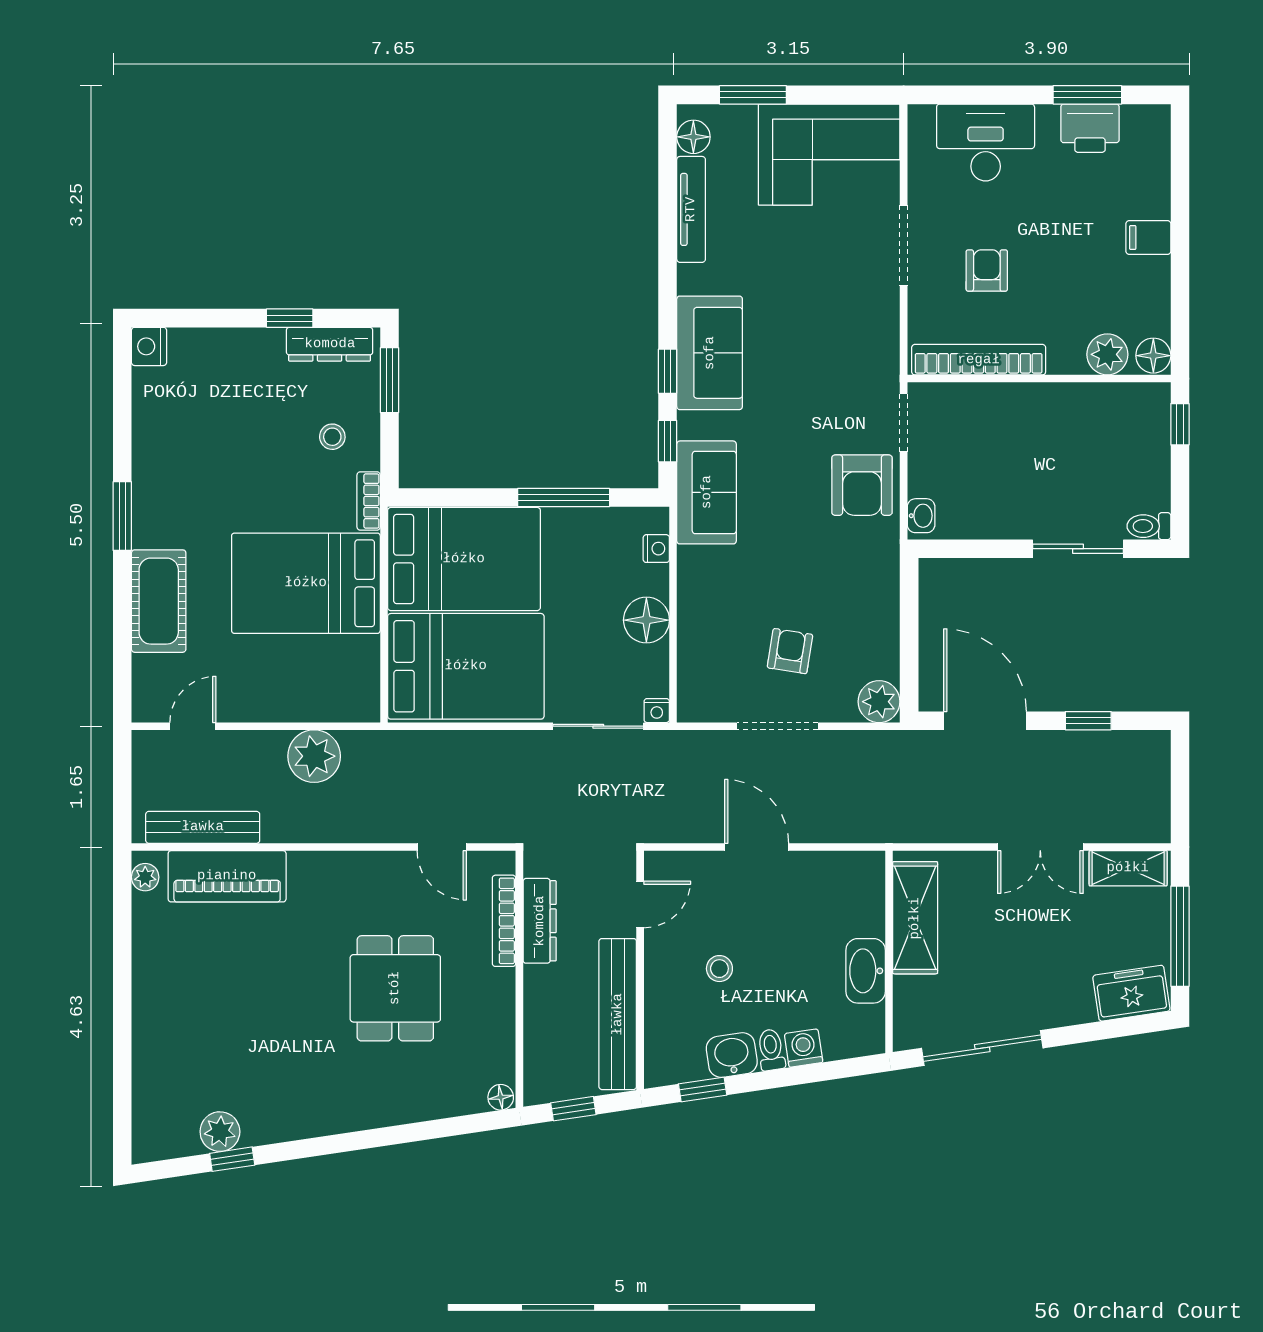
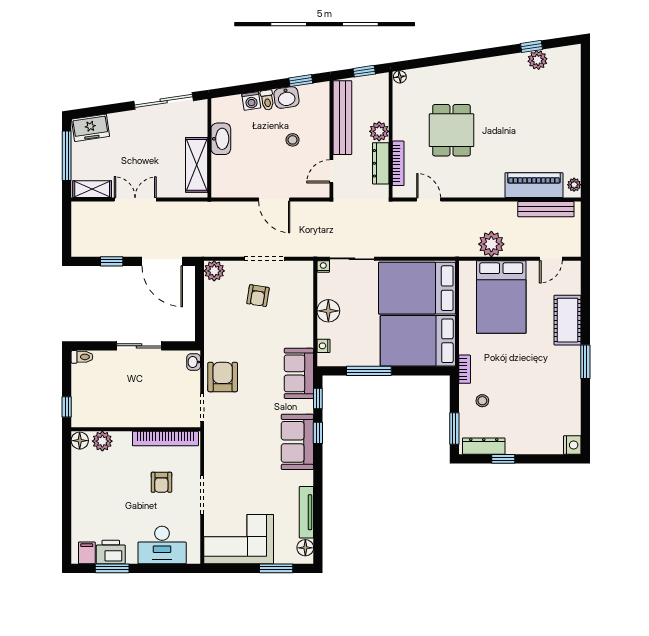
filing cabinet: (1148, 237) -> (87, 553), moved, turned -90
sliding door: (1078, 549) -> (139, 346), moved
bed: (306, 583) -> (501, 297), moved, turned 90
plant: (543, 986) -> (379, 131), added

